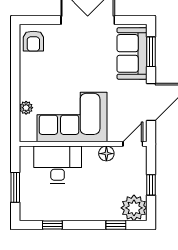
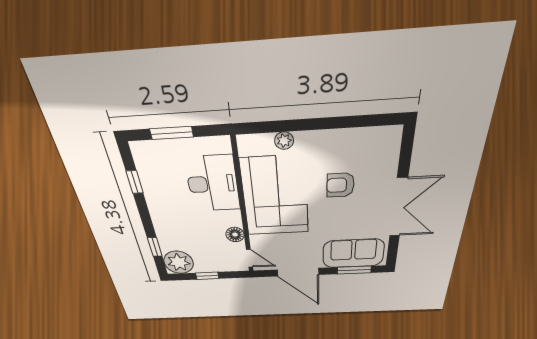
armchair: (33, 41) -> (340, 185), moved

